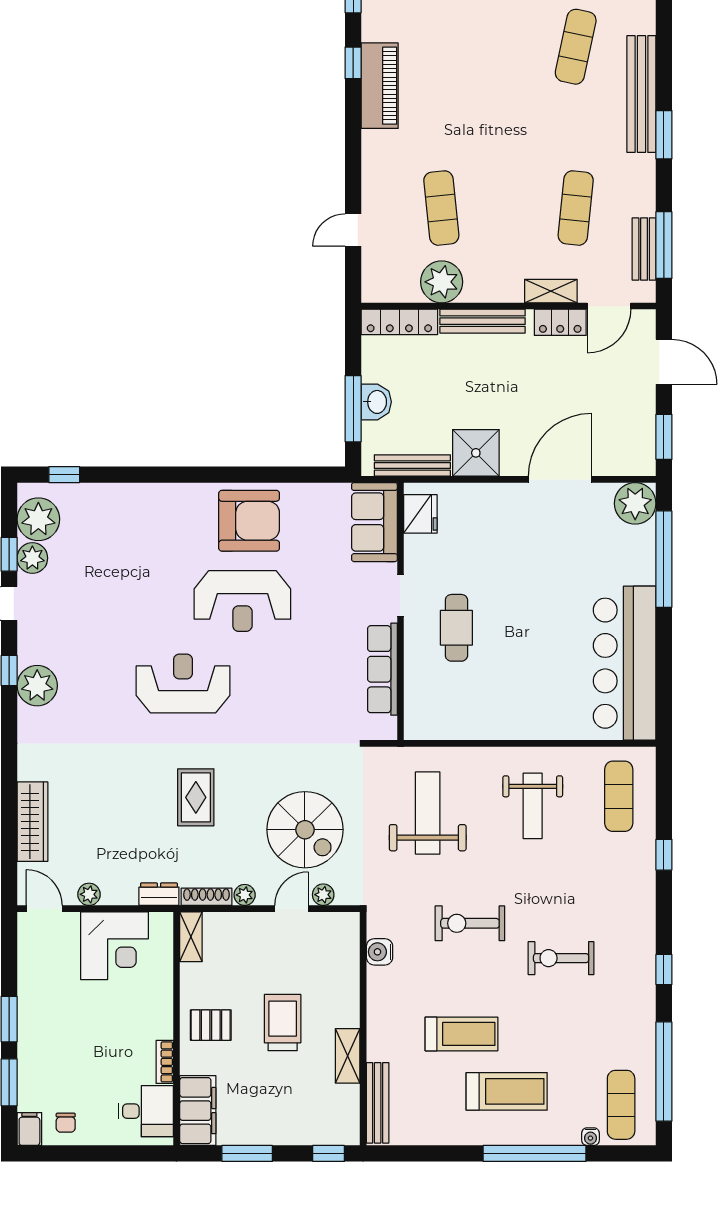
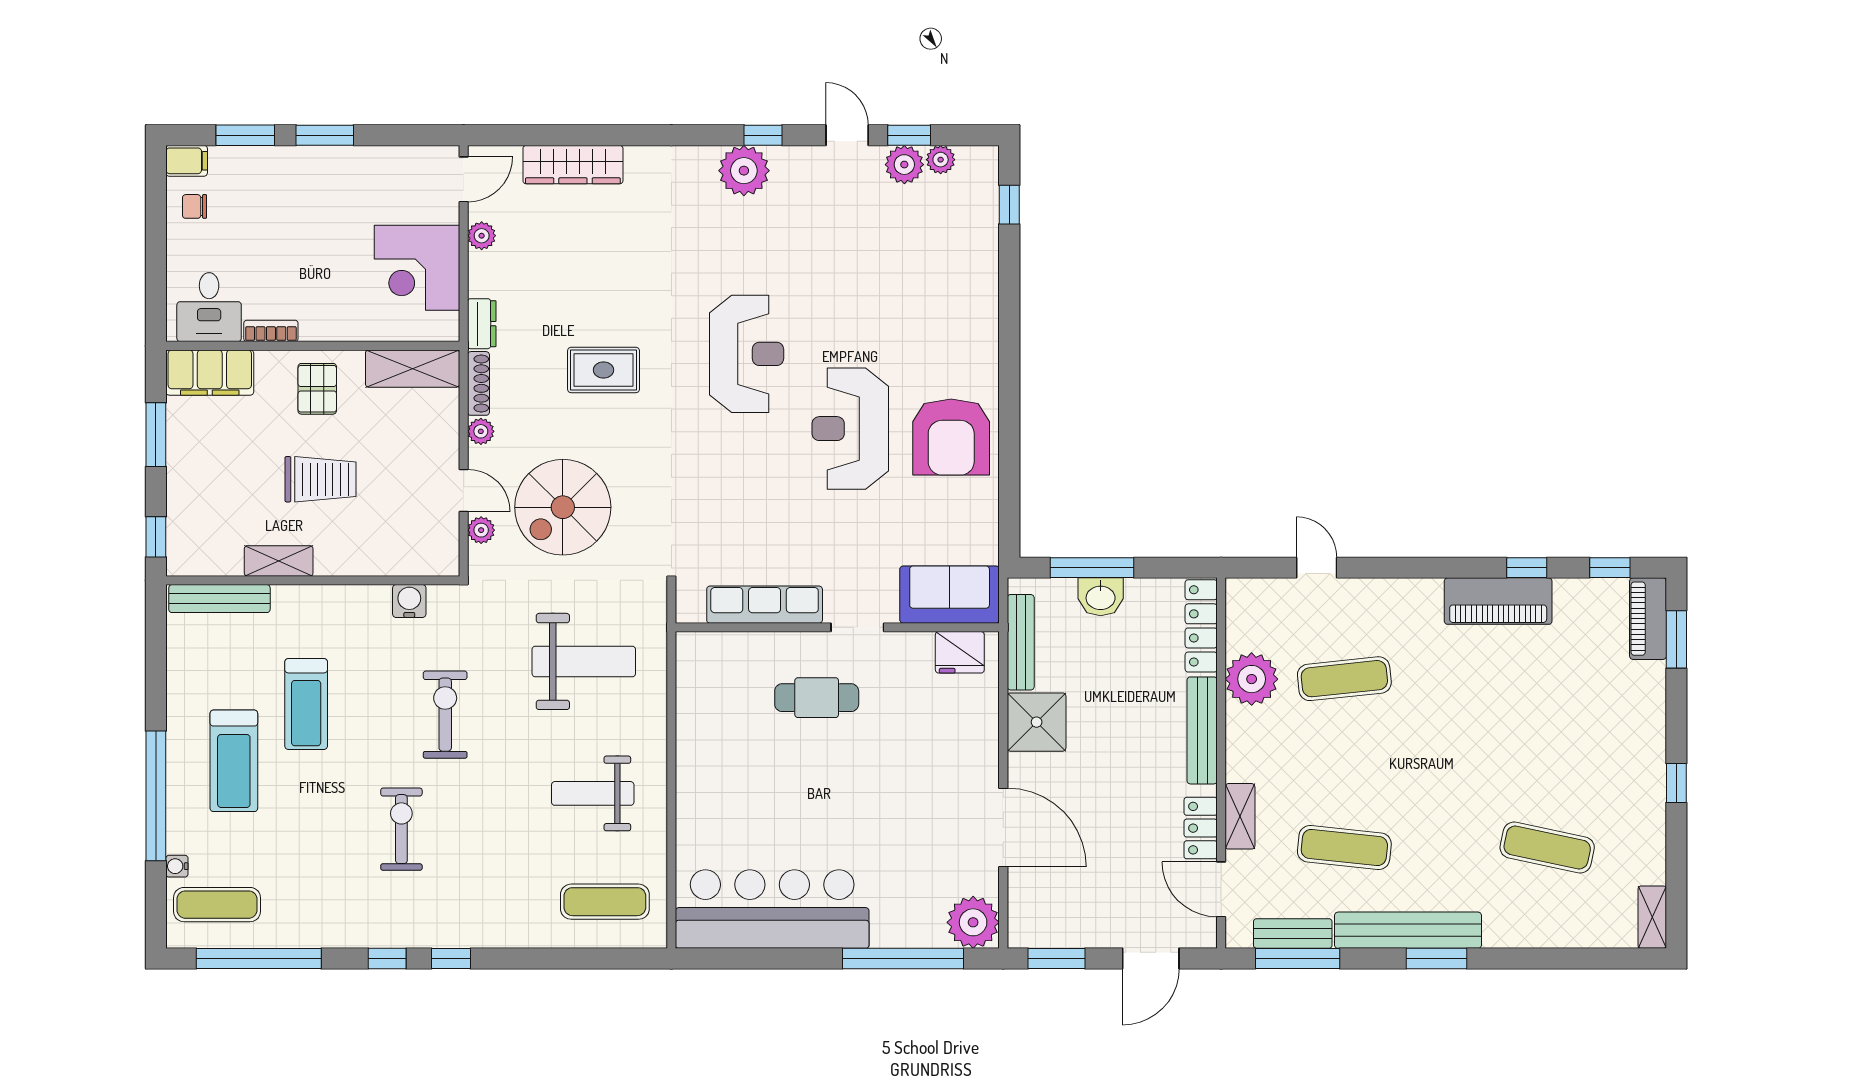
bench: (641, 94) -> (1408, 930), moved
plant: (38, 519) -> (941, 160), width x0.53, depth x0.53
window: (664, 855) -> (451, 959), moved
shelving: (191, 937) -> (413, 369), width x1.50, depth x1.33

